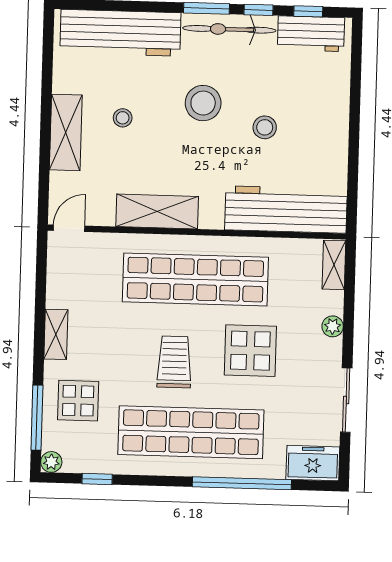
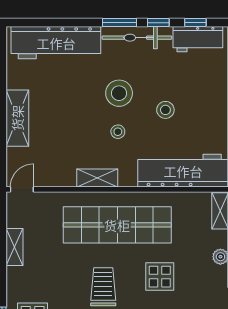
stool: (123, 118) -> (118, 132), moved
shelving: (157, 211) -> (97, 178), width x0.67, depth x0.75
shelving: (56, 334) -> (14, 247), moved
display table: (250, 351) -> (160, 277), width x0.73, depth x0.73

